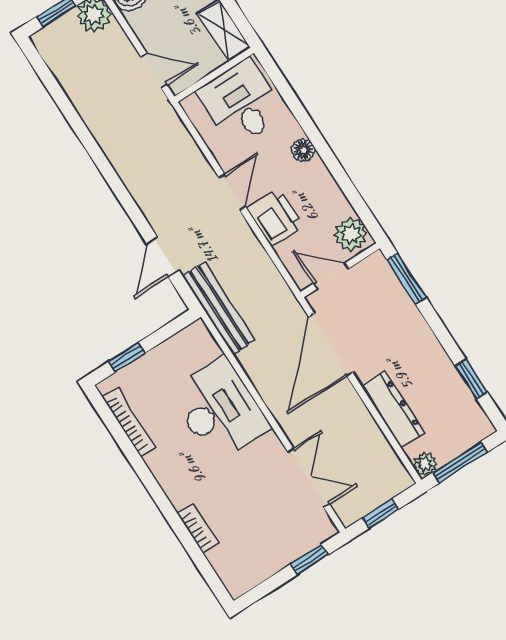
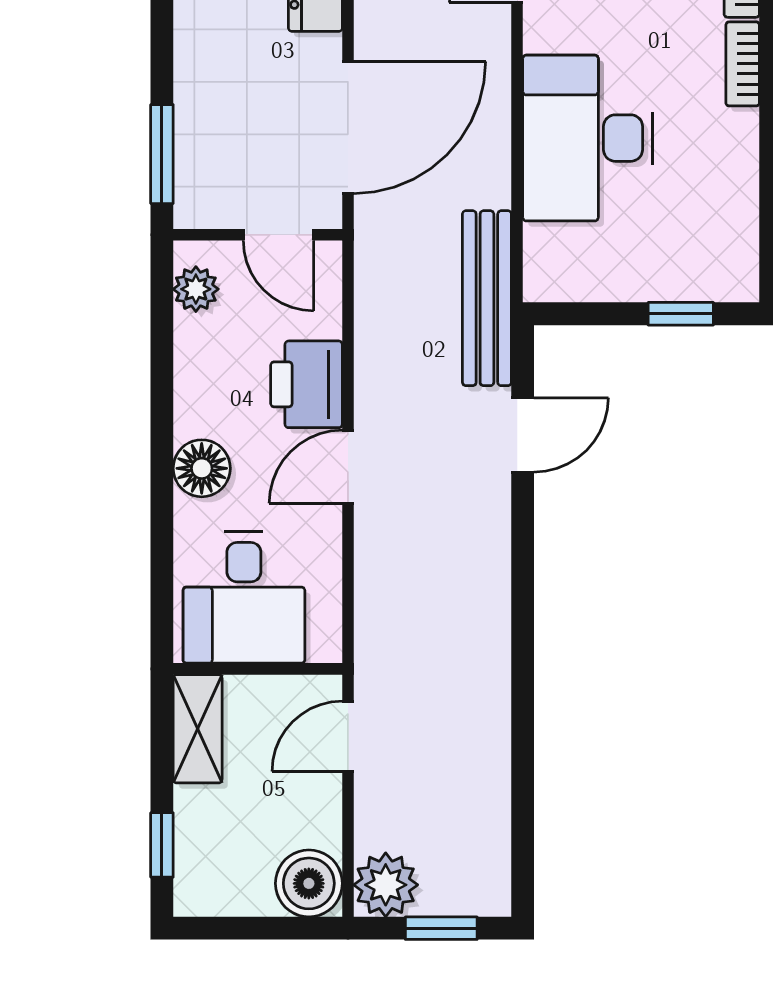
door: (154, 71) -> (348, 736), hinge flipped
floor lamp: (303, 150) -> (202, 468), width x1.37, depth x1.37
plant: (351, 234) -> (196, 289), width x0.73, depth x0.73
bookcase: (129, 422) -> (743, 64), moved, width x0.64

